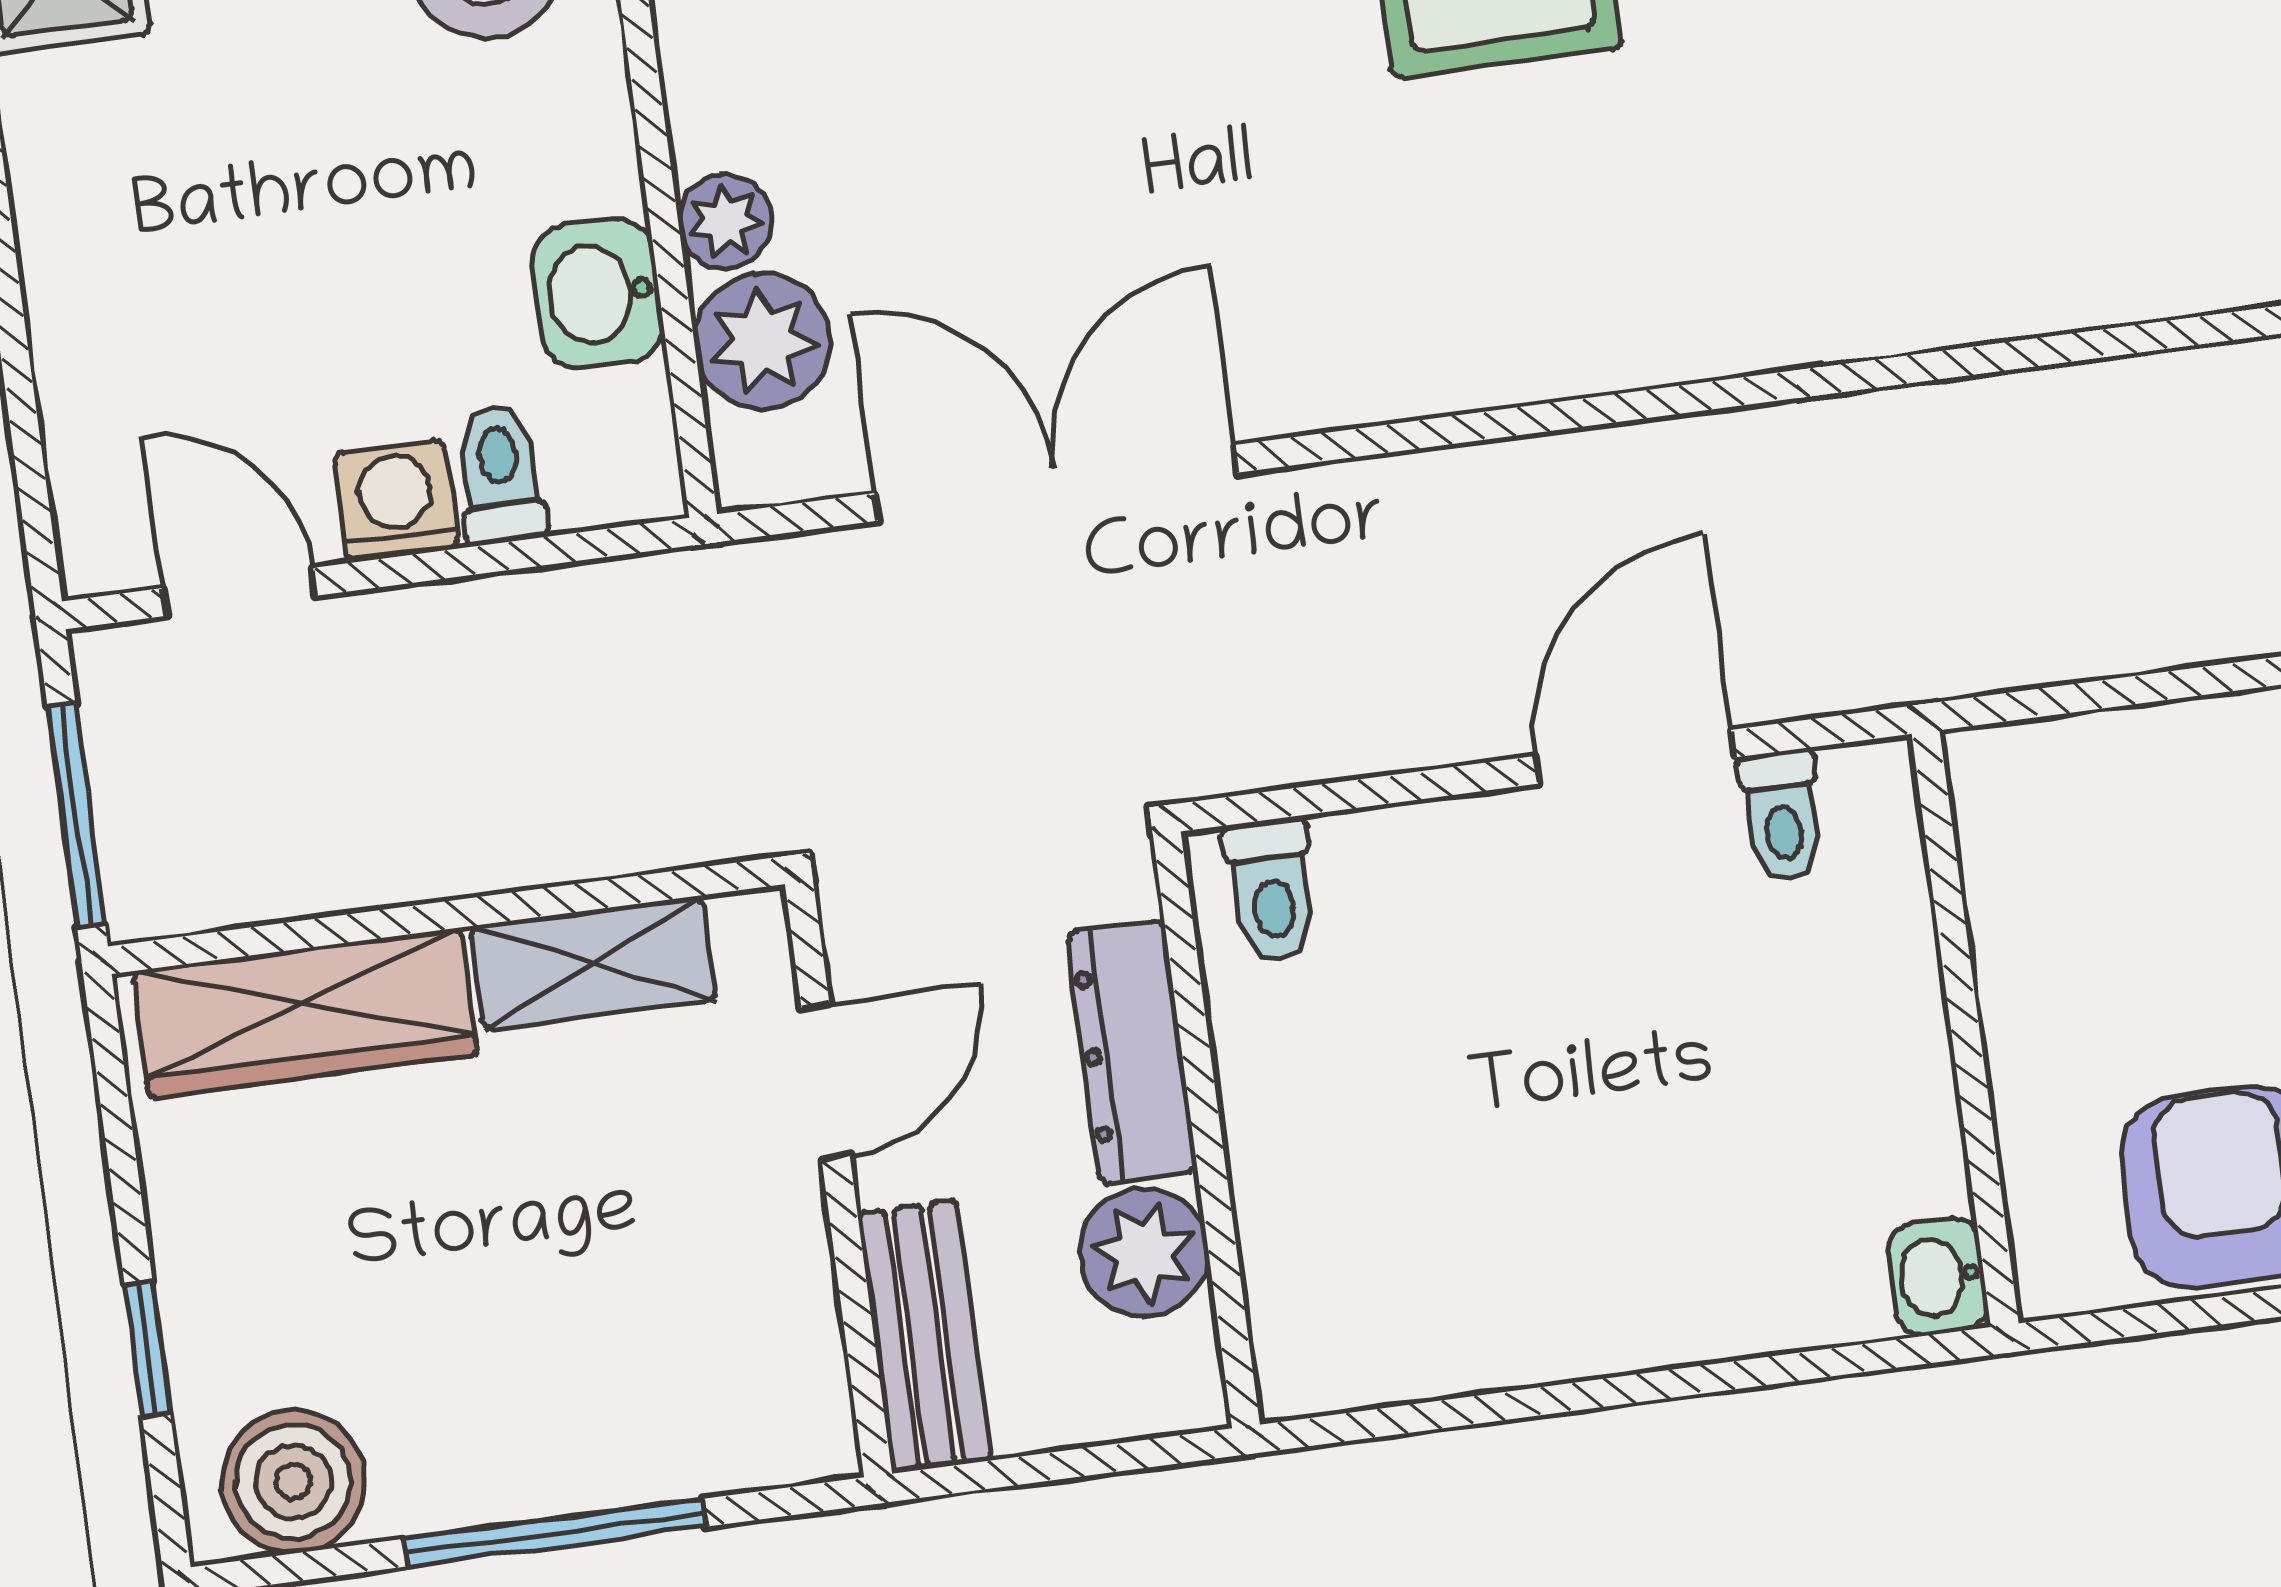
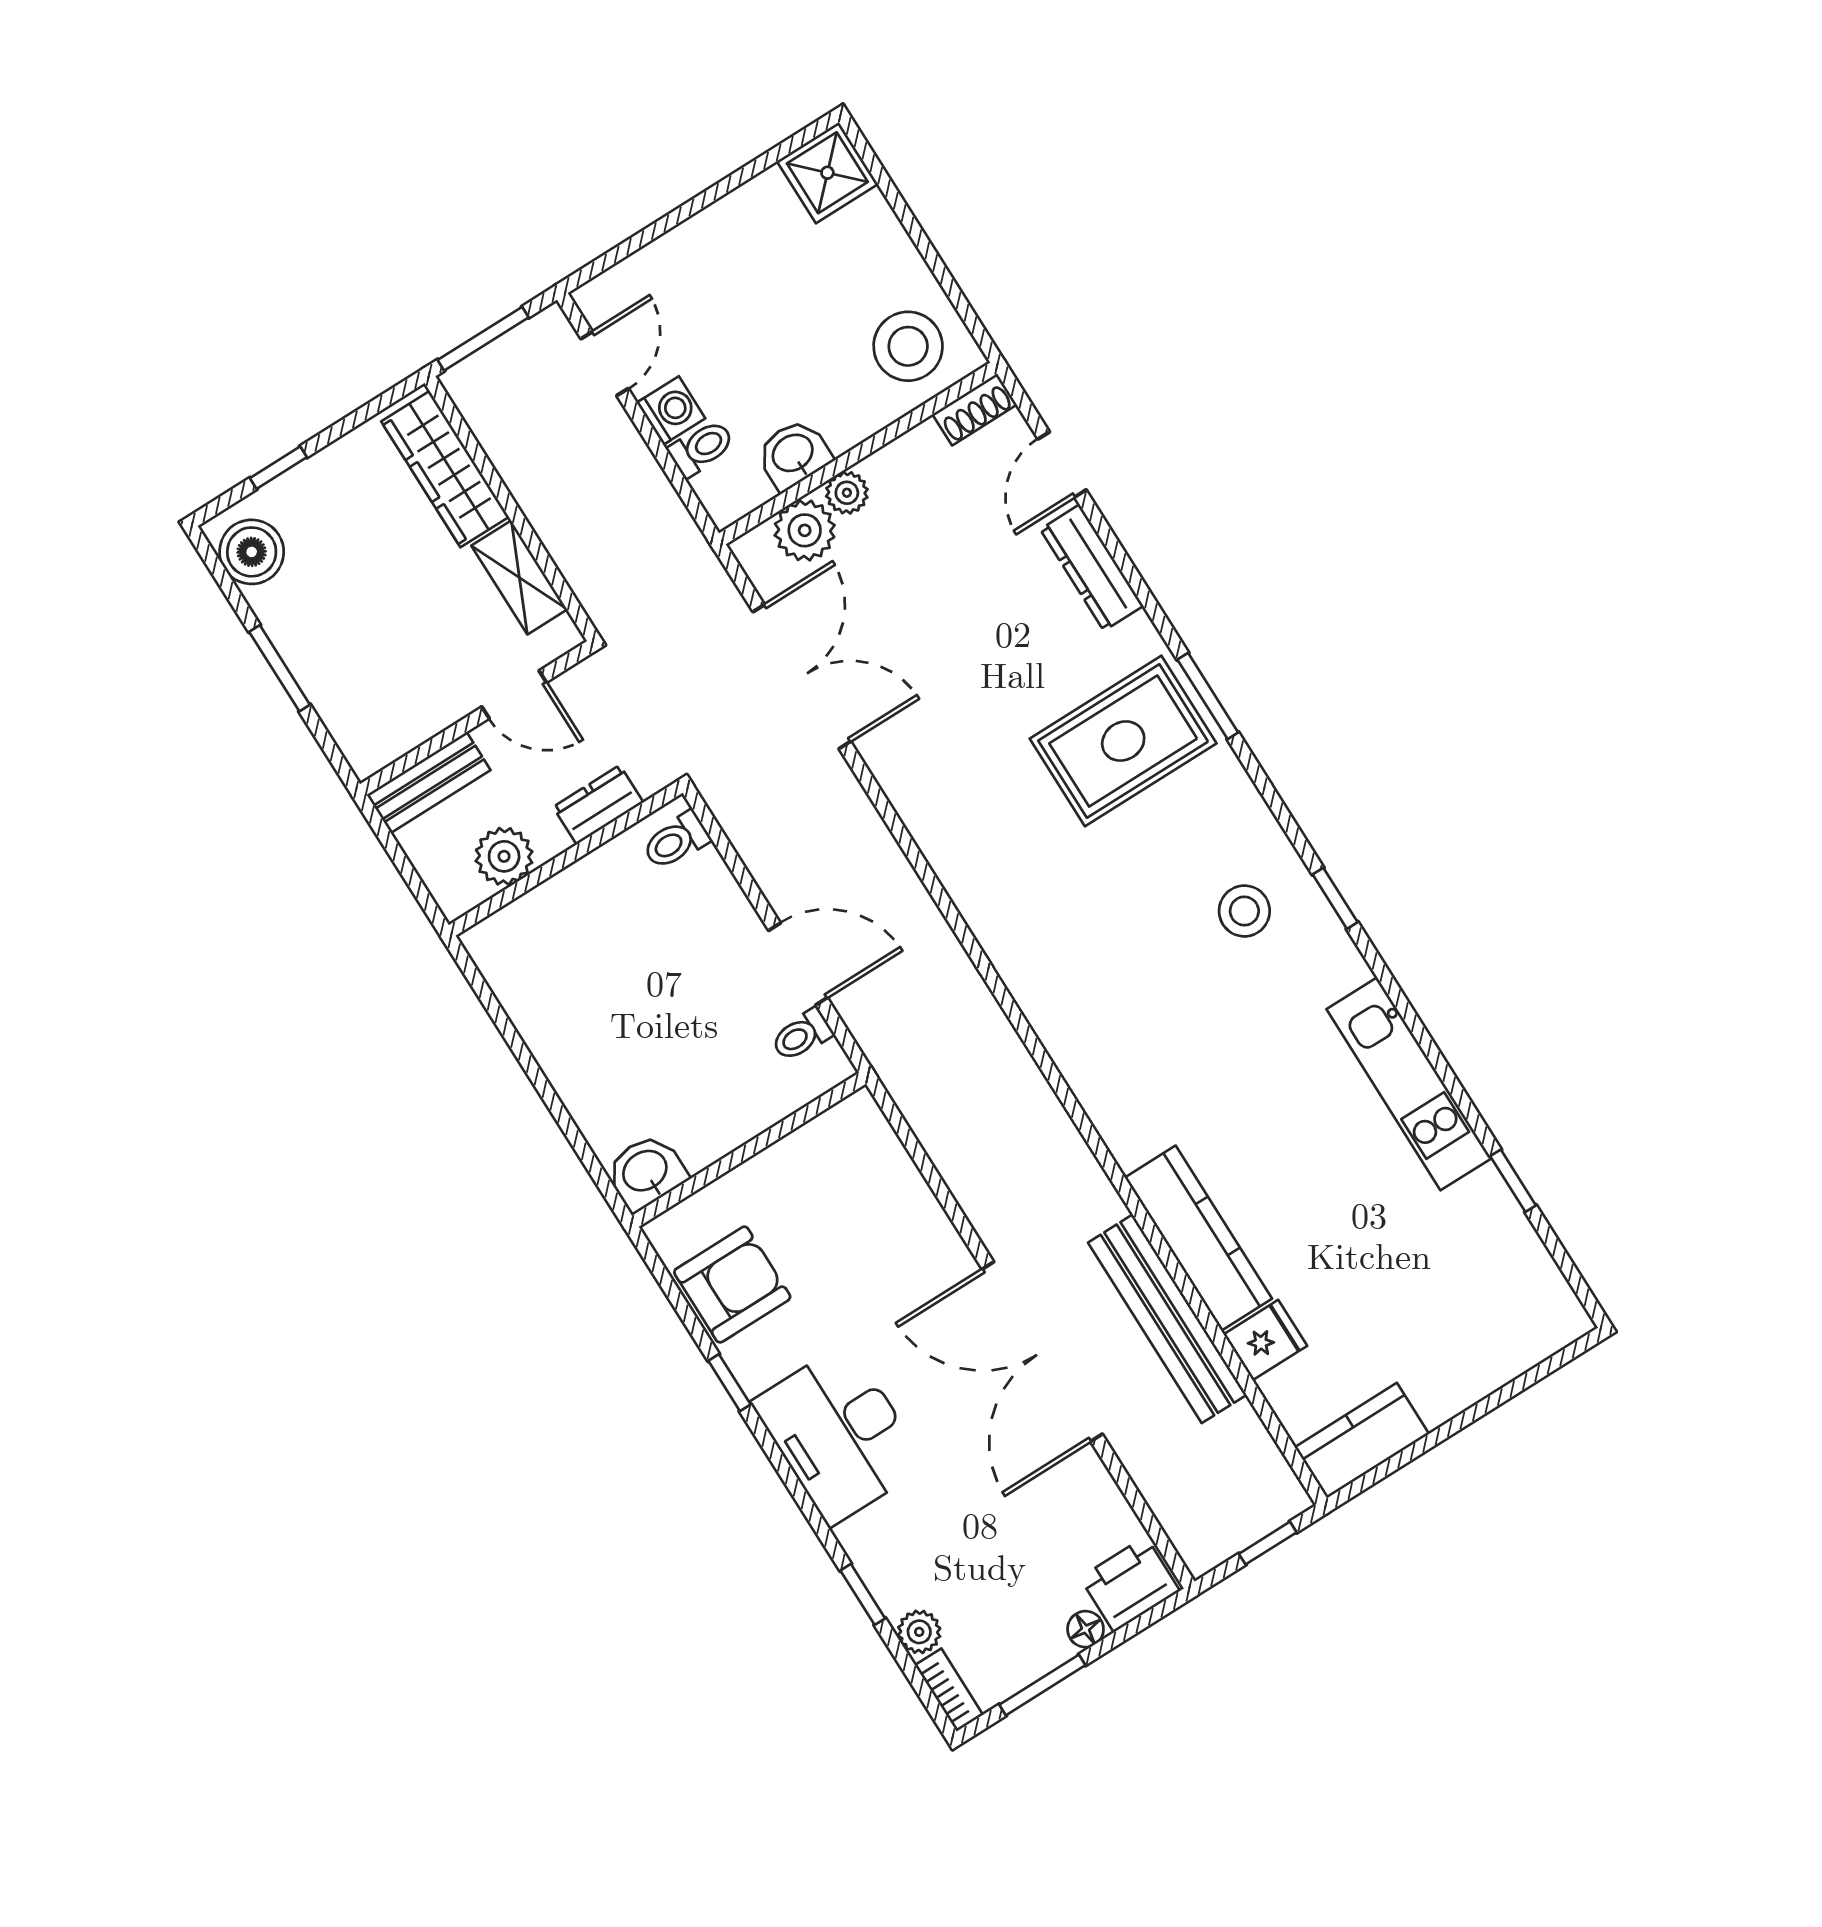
dresser: (1132, 1052) -> (598, 805), width x0.70
washbasin: (1938, 1277) -> (646, 1172), width x1.38, depth x1.45
window: (555, 1533) -> (280, 668), width x0.69

